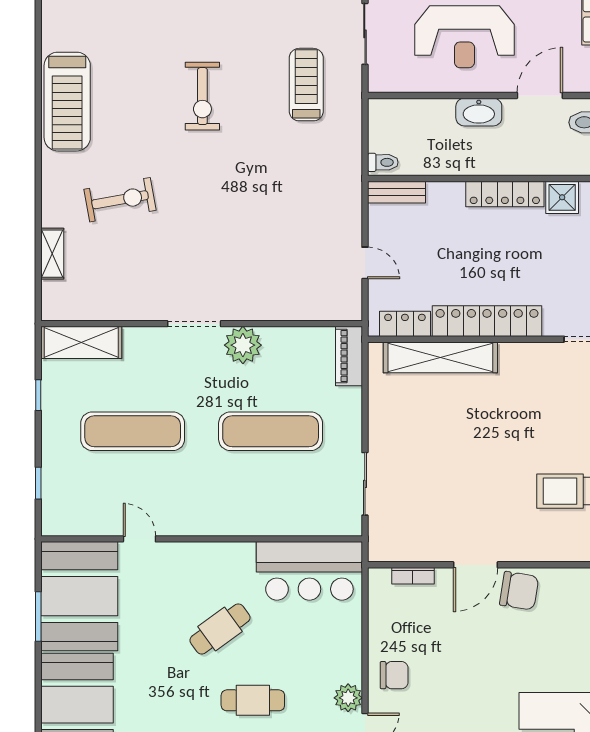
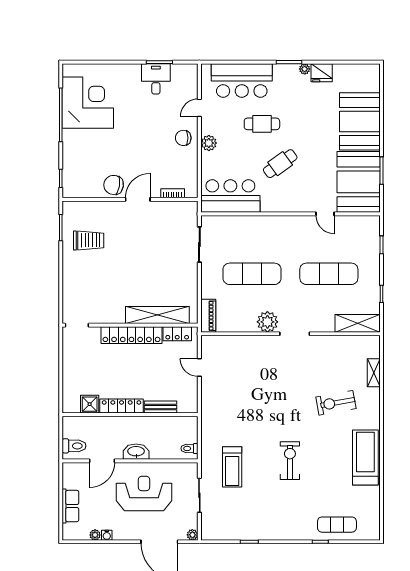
toilet: (383, 162) -> (190, 448), moved
bench: (396, 192) -> (160, 407), moved
plant: (348, 698) -> (209, 143), moved

